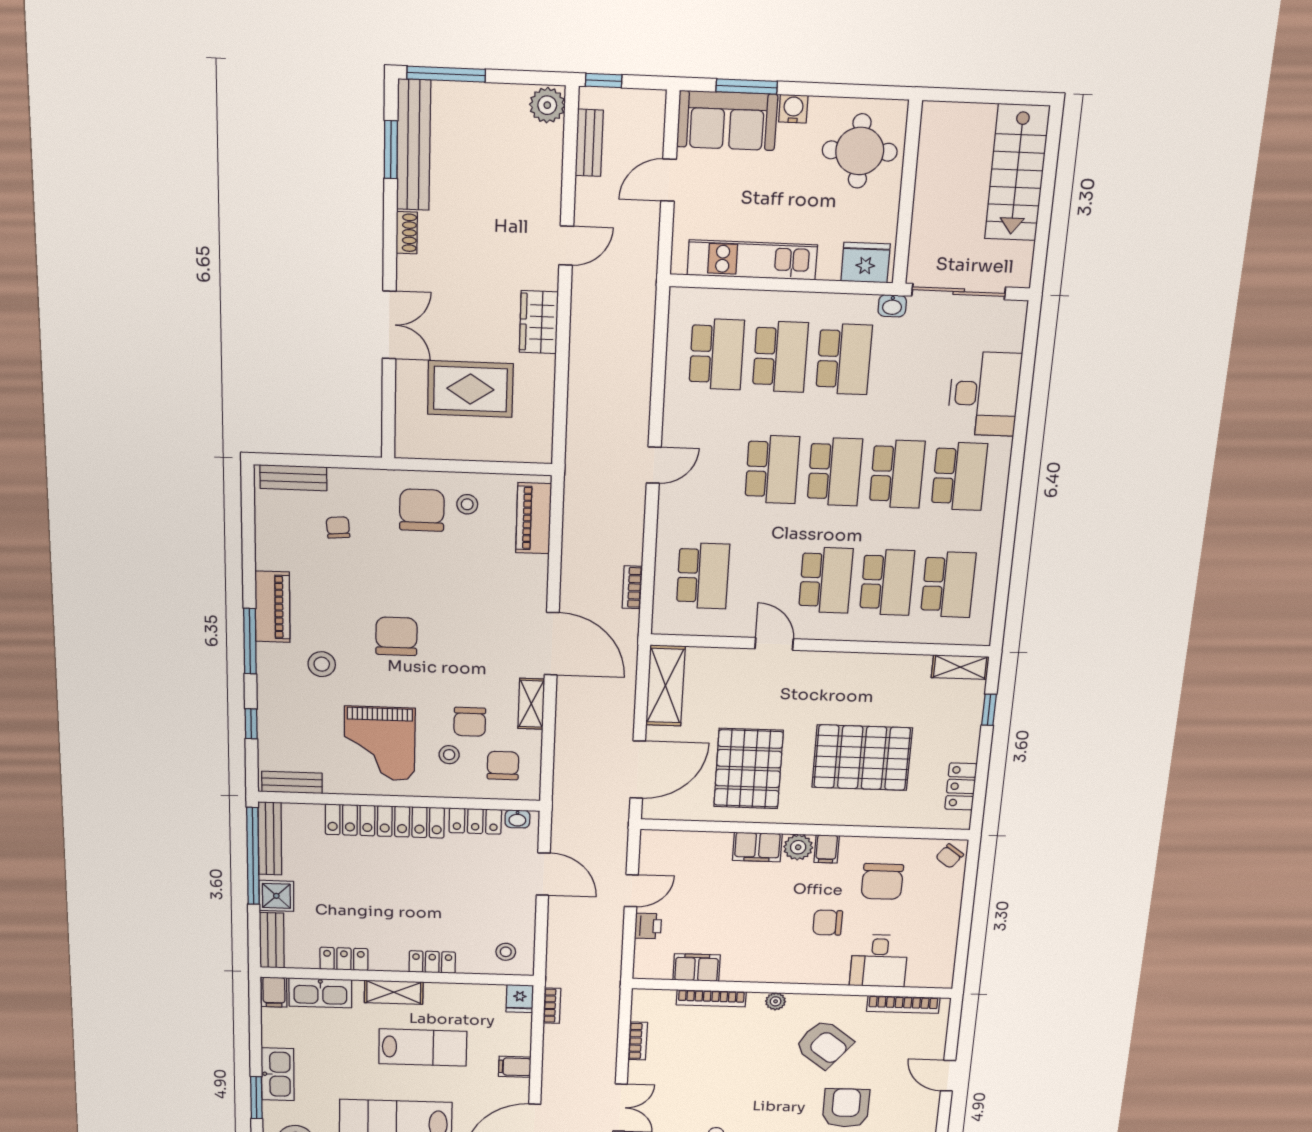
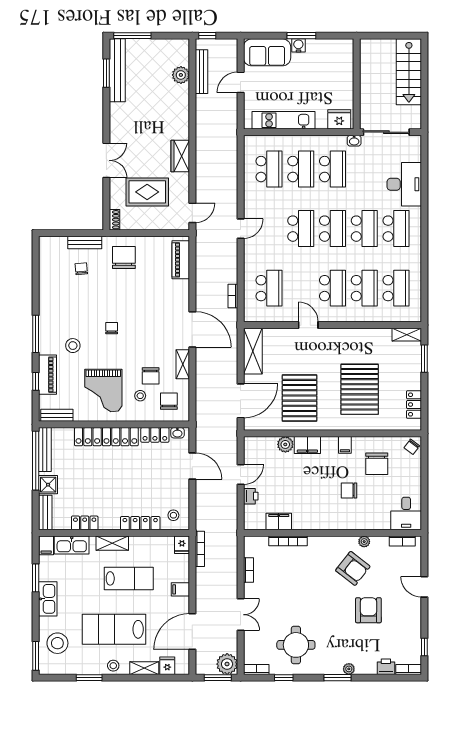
window: (747, 87) -> (301, 36), moved
plant: (547, 105) -> (181, 75), moved
bench: (589, 143) -> (202, 72), width x1.36
round table: (860, 151) -> (332, 64), removed
shoe rack: (407, 233) -> (115, 220), moved
door: (566, 246) -> (192, 213), moved
bench: (293, 478) -> (85, 243), moved
stool: (467, 504) -> (147, 253), removed
piano: (272, 607) -> (48, 375), moved
chair: (396, 636) -> (112, 328), width x0.54, depth x0.54
window: (989, 710) -> (424, 359), width x1.50
pallet: (862, 758) -> (360, 389), turned 90
plant: (798, 847) -> (285, 444), moved
desk: (879, 961) -> (406, 514), moved
locker: (432, 962) -> (140, 523), width x1.53
plant: (776, 1001) -> (364, 542), moved
bookcase: (903, 1004) -> (402, 541), width x0.64
bookcase: (552, 1006) -> (200, 549), width x1.56
window: (256, 1098) -> (36, 578), moved

